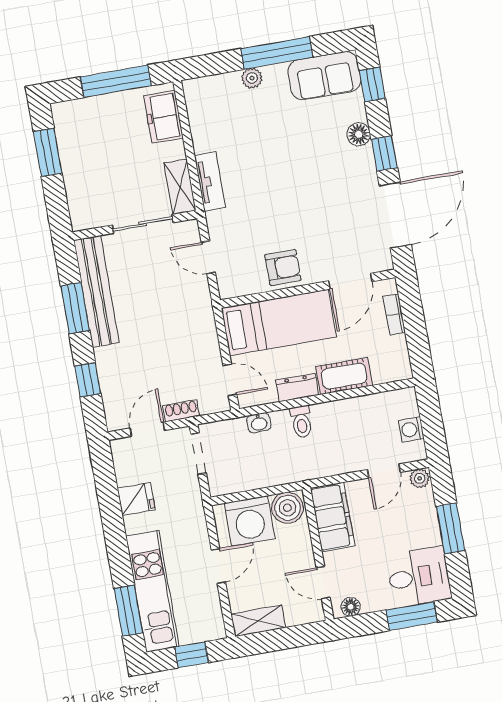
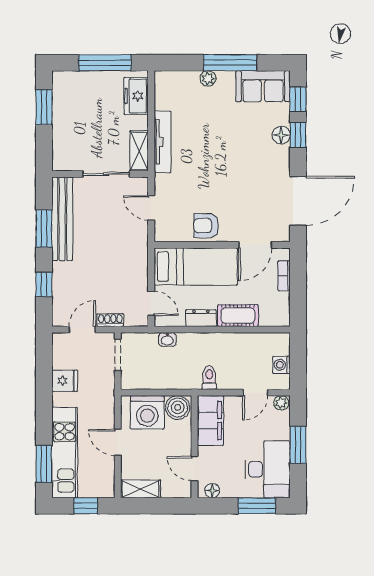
window: (384, 153) -> (298, 135), moved
tv unit: (210, 181) -> (163, 142), width x1.41
armchair: (283, 268) -> (206, 226), turned 180
toilet: (301, 422) -> (209, 378), moved, turned 180
door: (218, 566) -> (118, 442), swing flipped
desk: (419, 577) -> (268, 469), width x1.37

